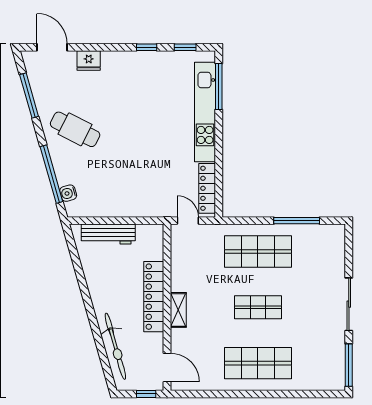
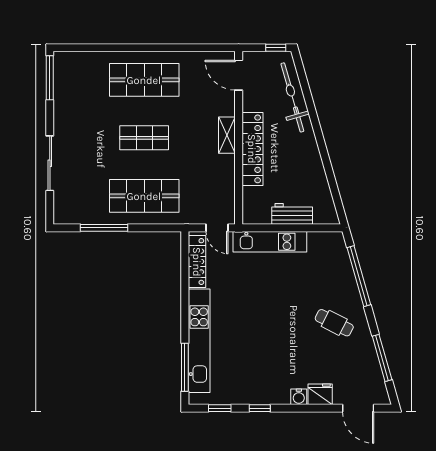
cafe table: (75, 129) -> (334, 323), width x0.73, depth x0.74
water cooler: (68, 193) -> (299, 397), moved, turned 106
kitchen unit: (137, 207) -> (270, 242), added
workbench: (108, 234) -> (292, 214), width x0.73
sliding door: (349, 304) -> (50, 163), moved
window: (146, 394) -> (276, 48), moved

